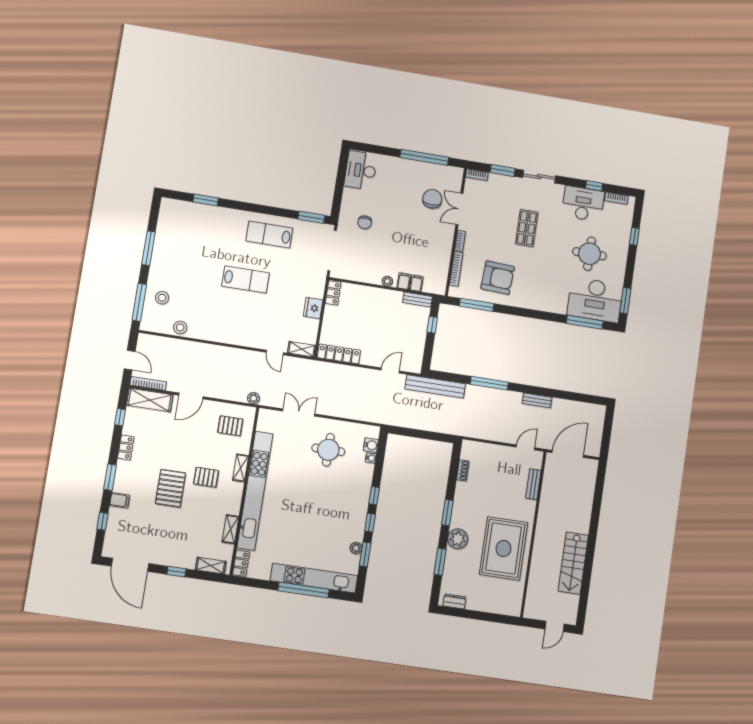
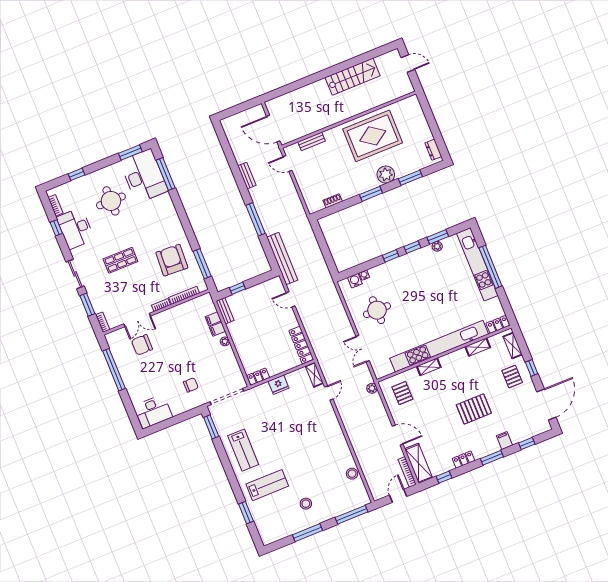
lab bench: (245, 280) -> (267, 485), moved, turned 90
stool: (162, 298) -> (306, 504), moved
pallet: (206, 477) -> (512, 377), moved

